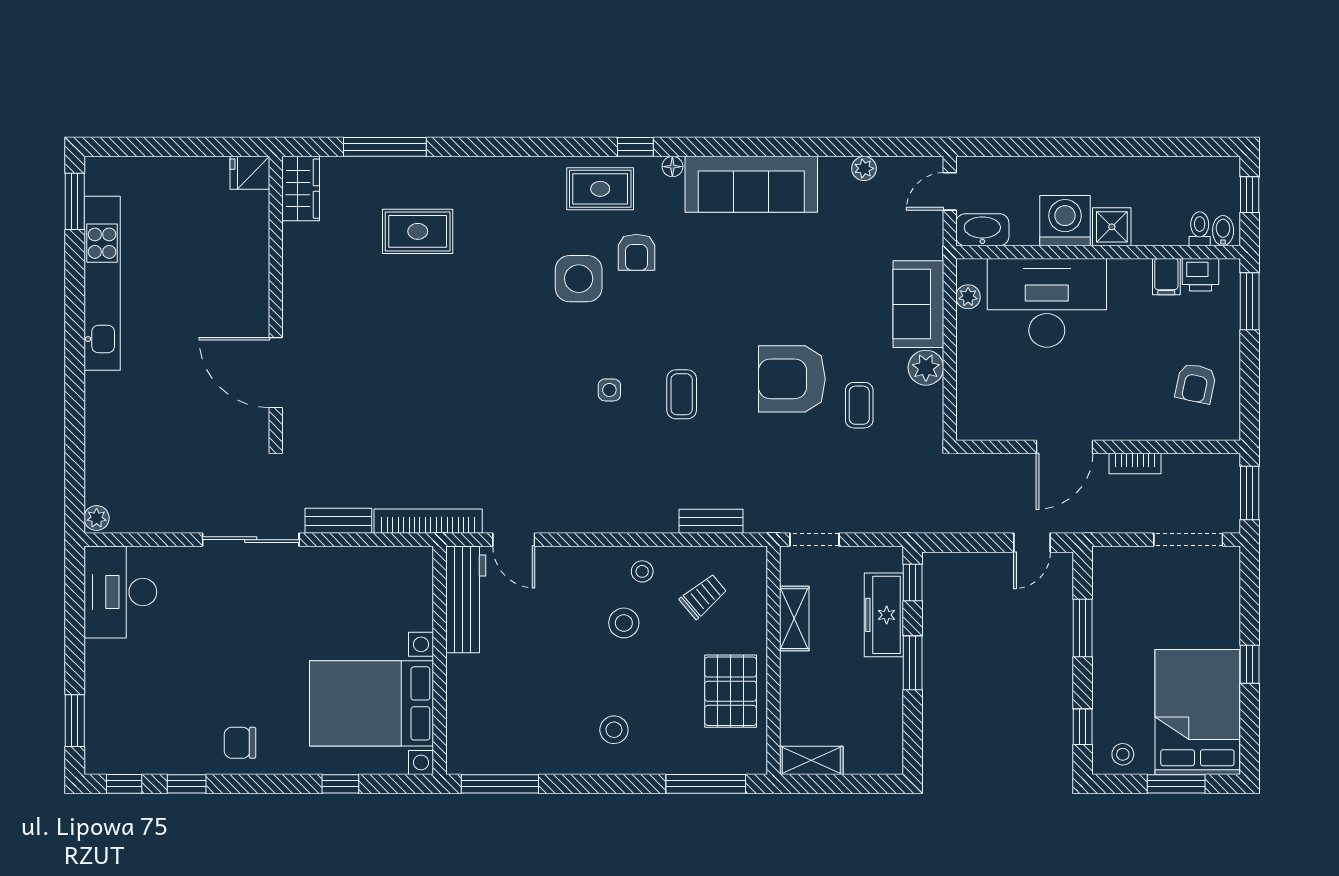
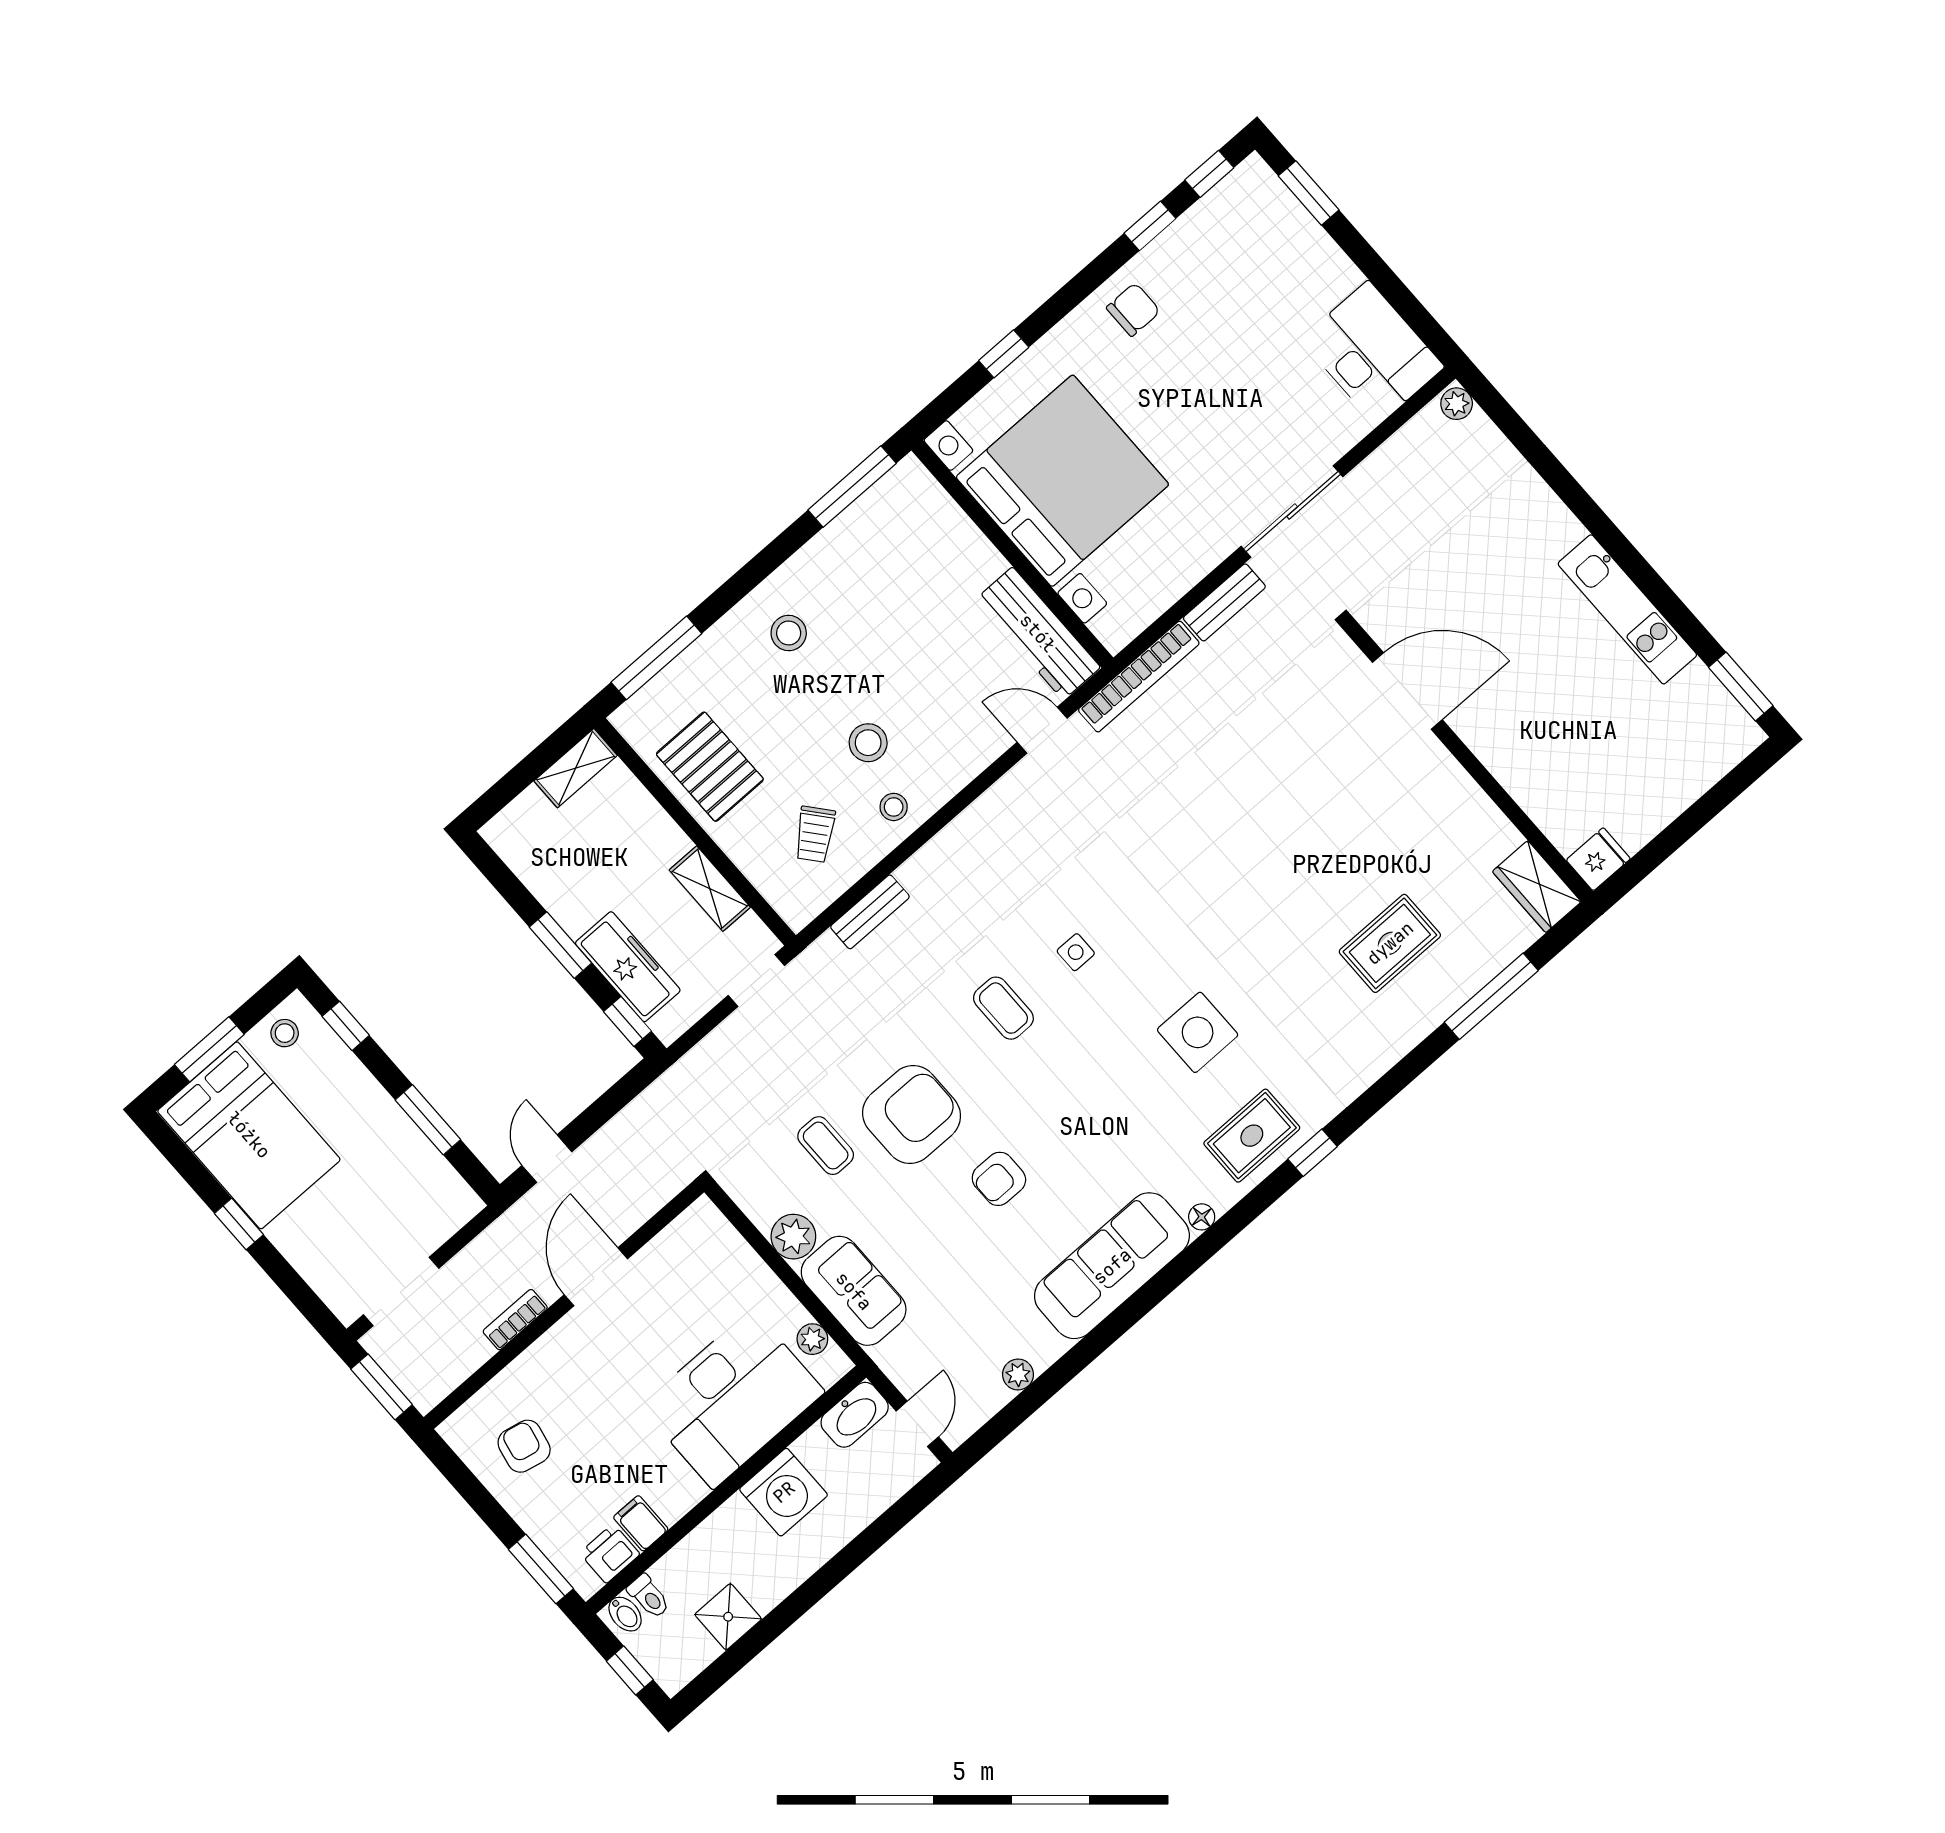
window: (635, 147) -> (1313, 1153), moved
shower: (1112, 227) -> (728, 1617), moved
armchair: (636, 252) -> (999, 1179), moved, turned -90
kitchen unit: (102, 283) -> (1627, 609), width x0.73
bed with nightstands: (371, 703) -> (1062, 481), width x1.36

